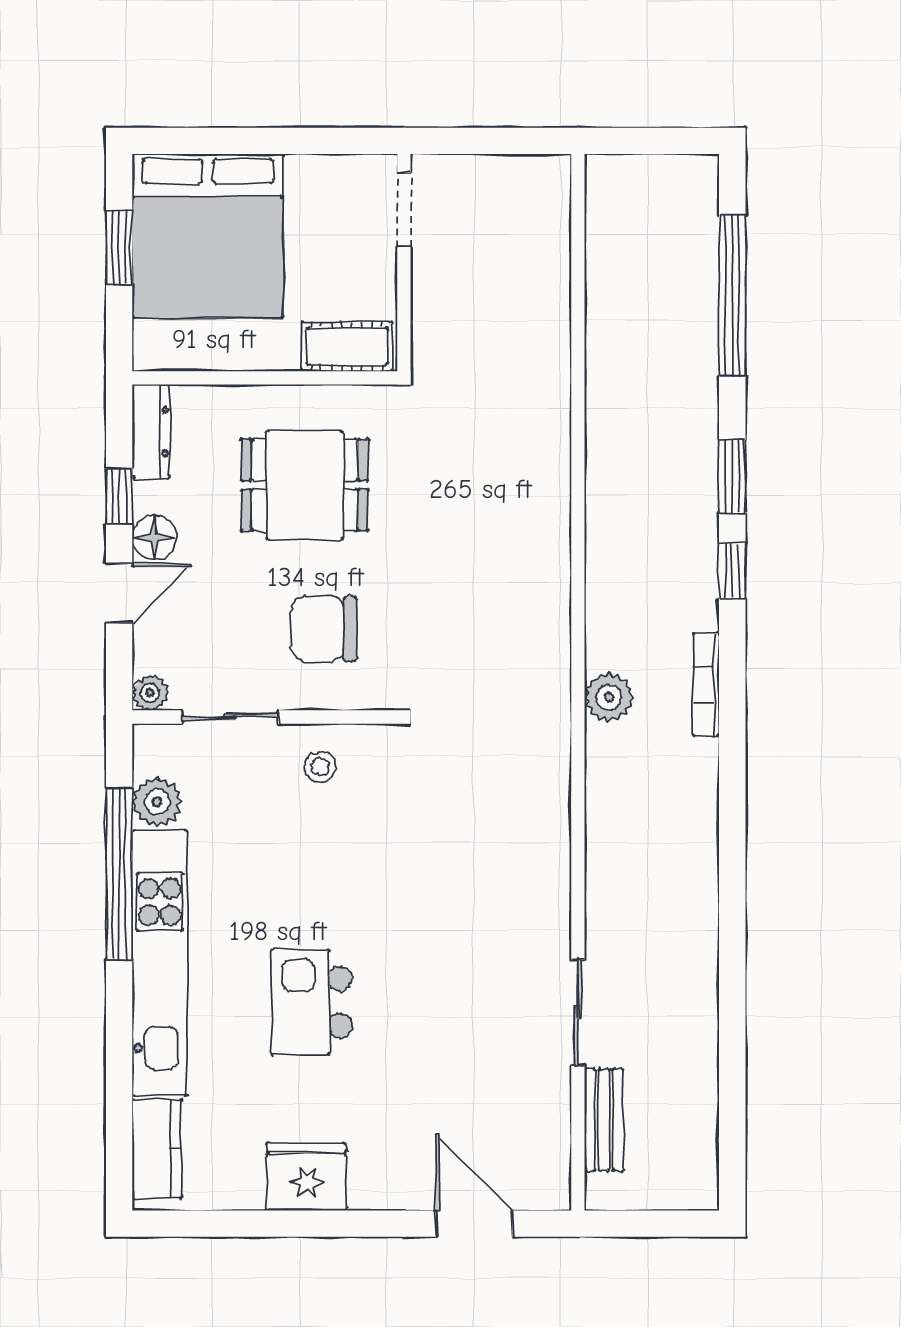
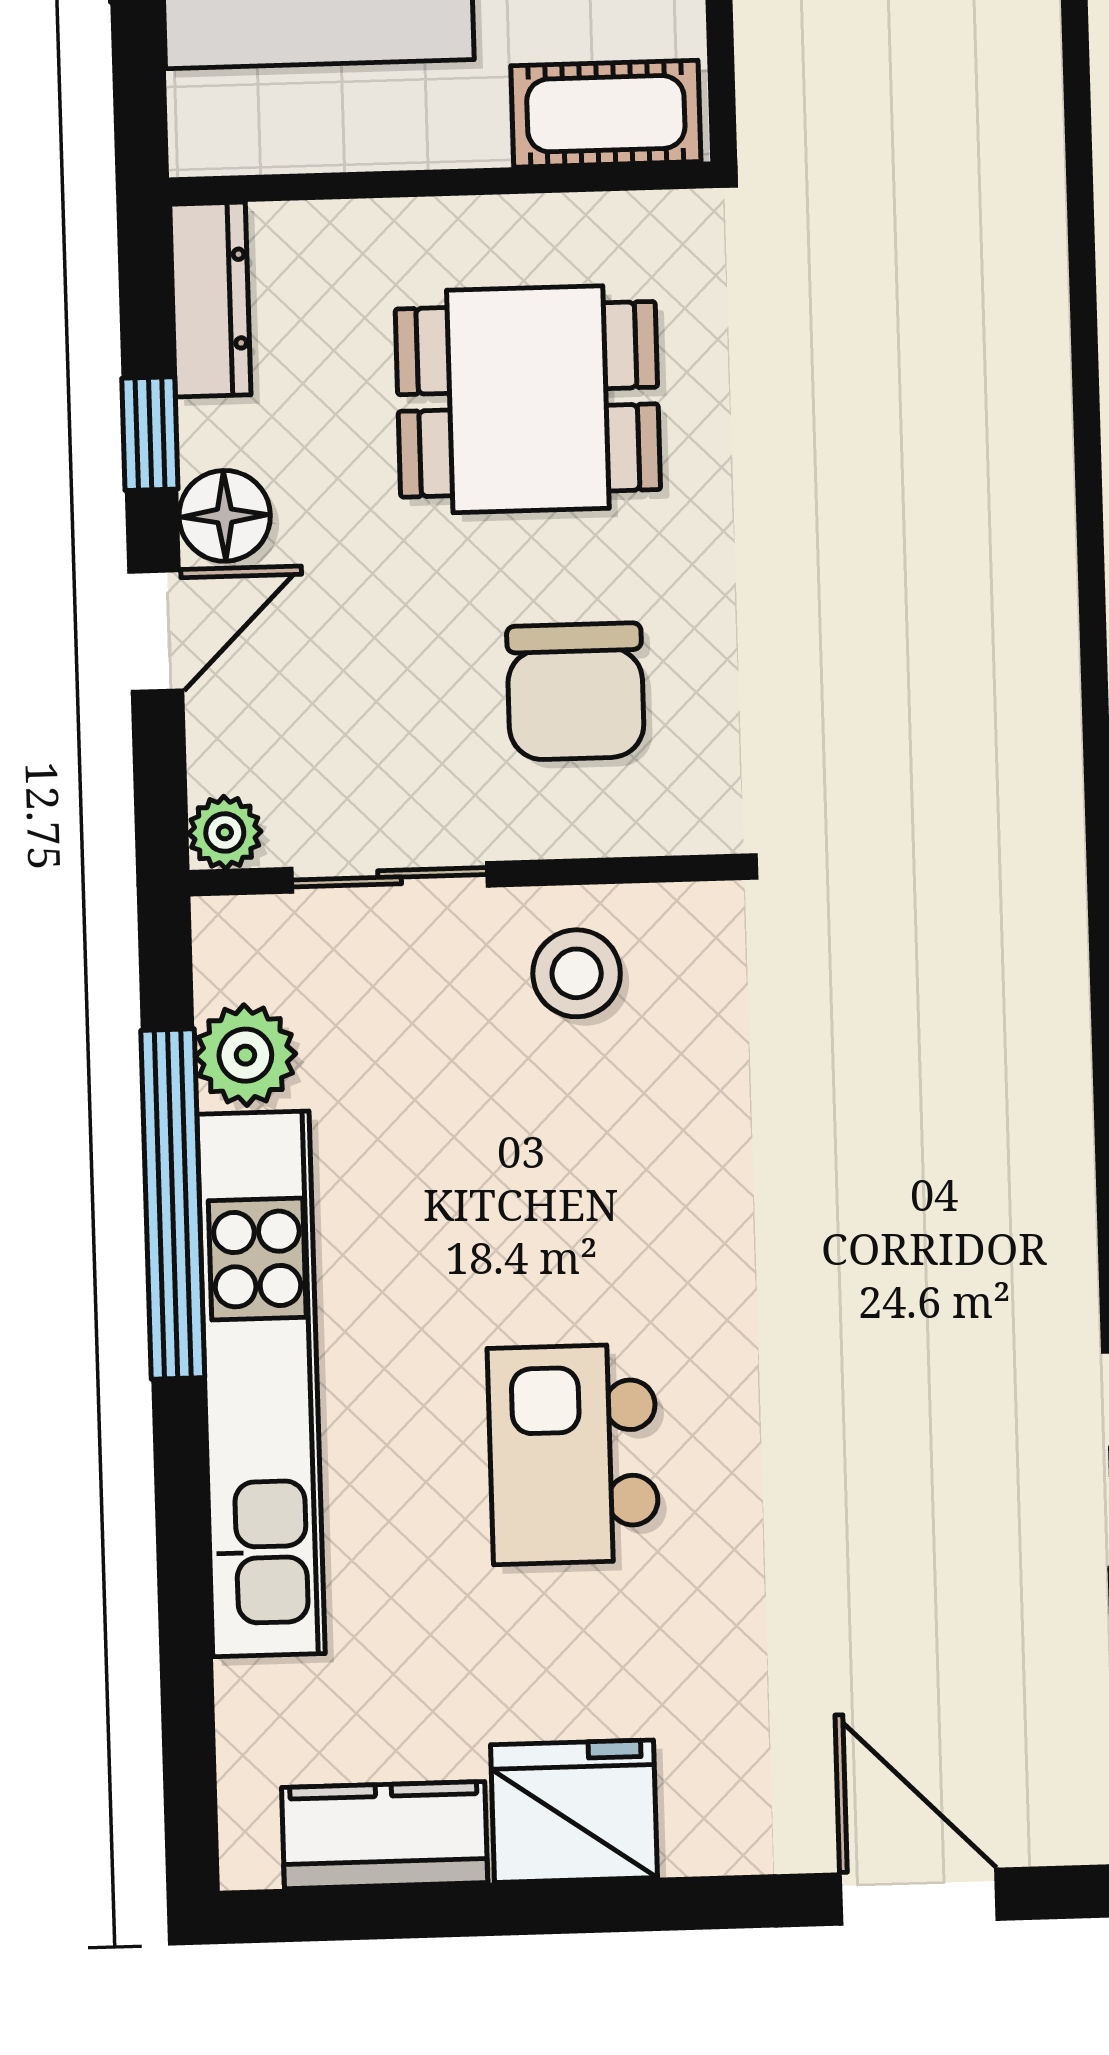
chair: (324, 629) -> (576, 692), turned -90
stool: (320, 767) -> (577, 973), width x1.37, depth x1.37
kitchen counter: (157, 1149) -> (385, 1835), moved, turned -90

